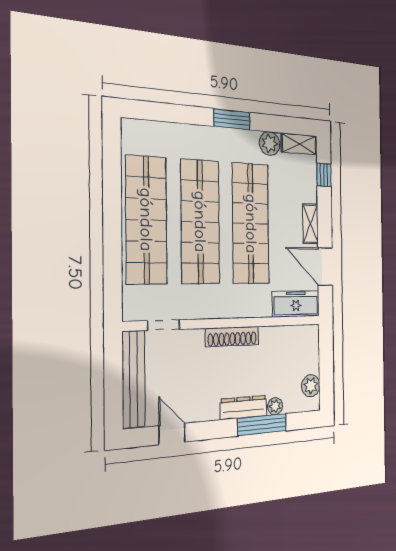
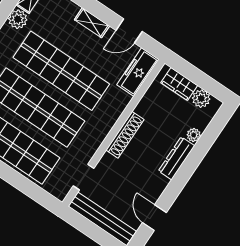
door: (325, 267) -> (129, 31), width x0.73
wardrobe: (310, 353) -> (179, 84), added
window: (262, 425) -> (198, 153), removed
door: (172, 434) -> (154, 218), hinge flipped

